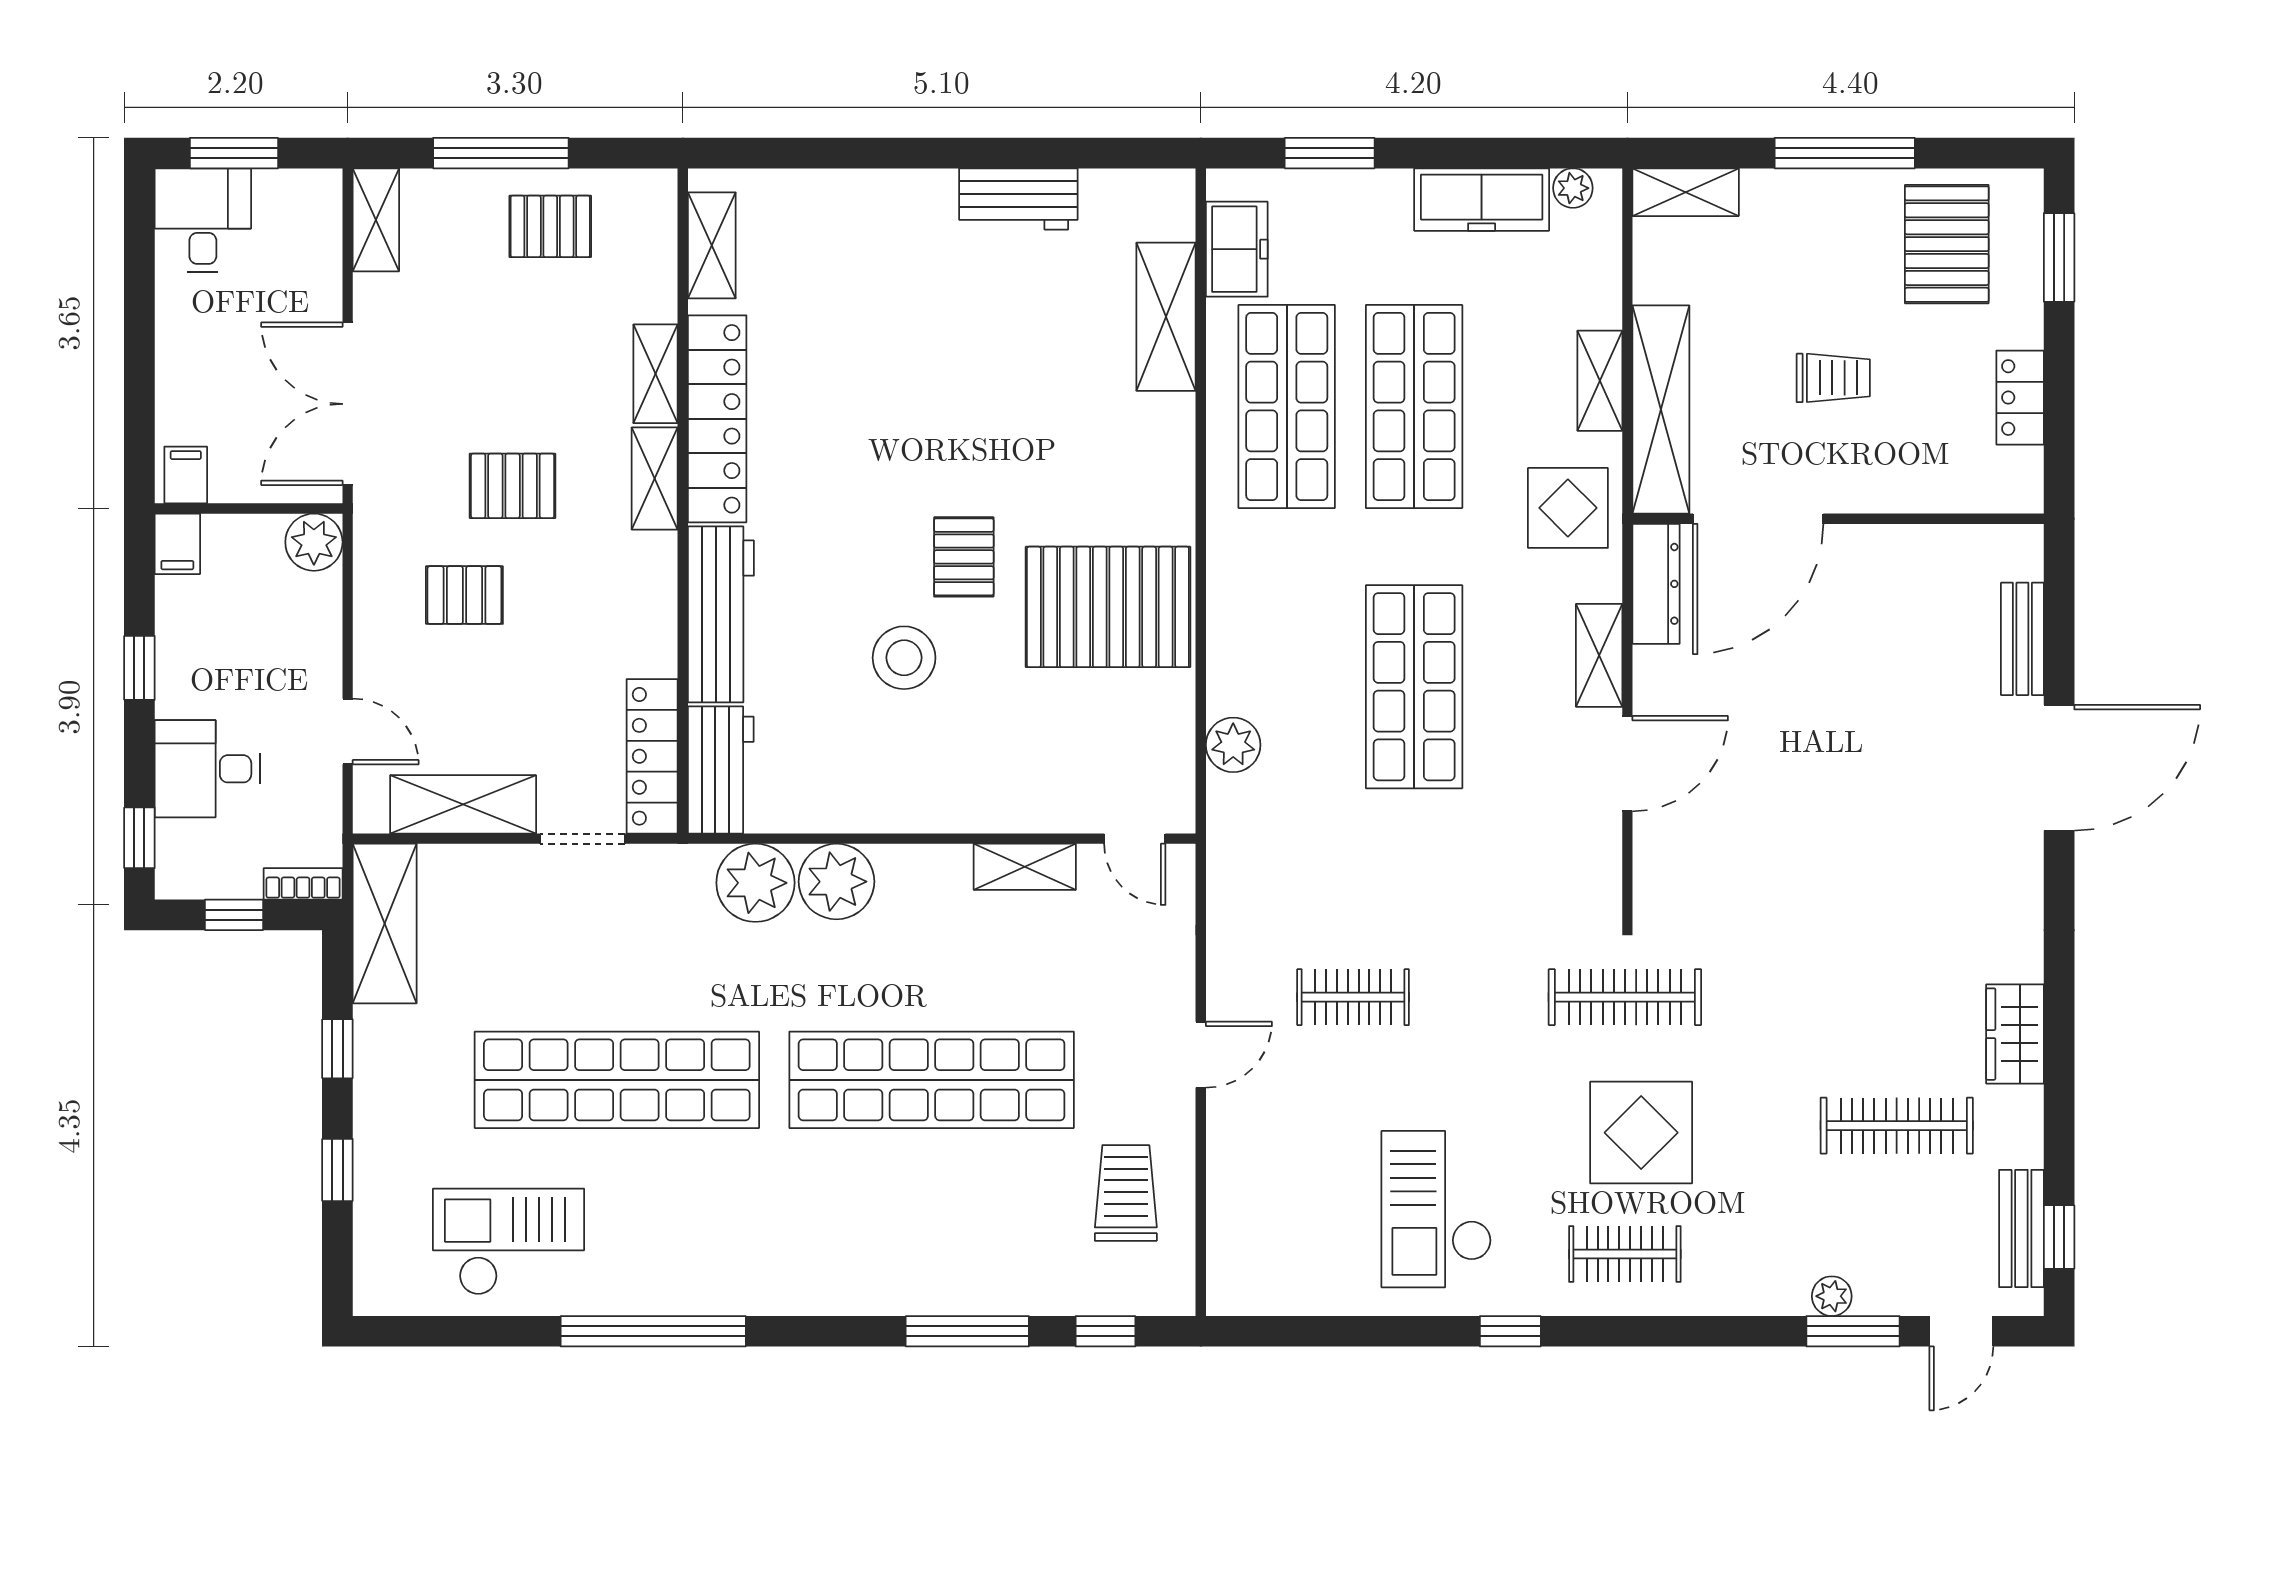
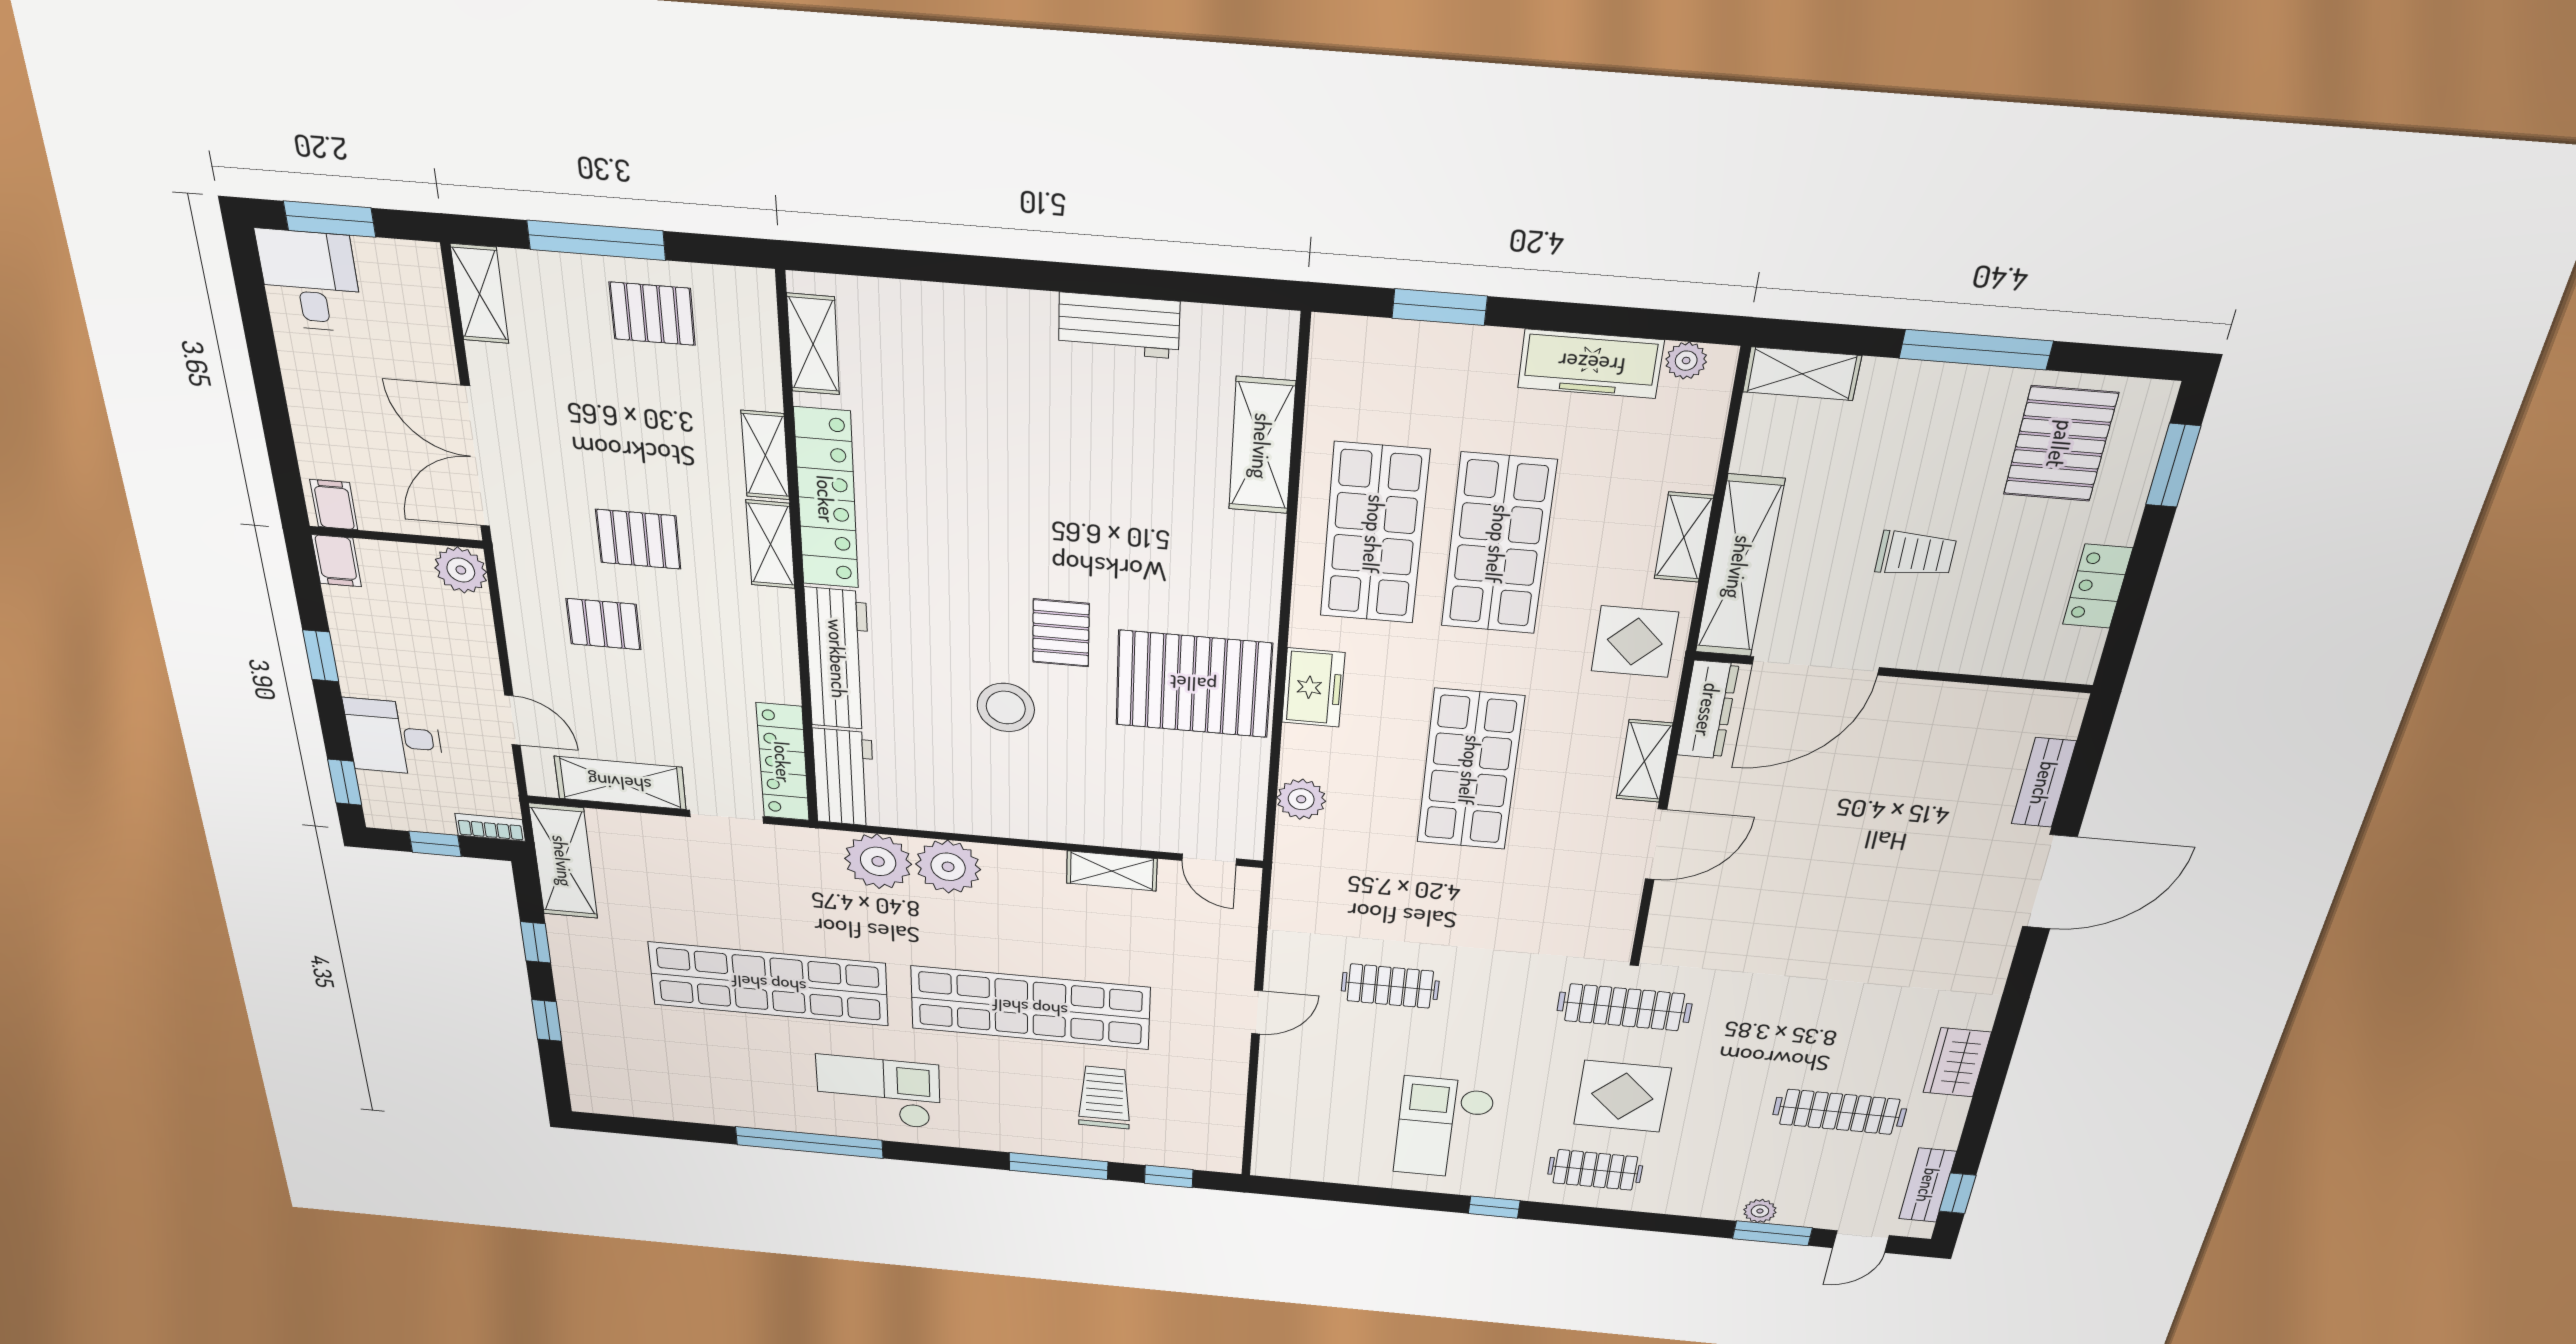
freezer: (1237, 249) -> (1313, 688), moved
trolley: (1126, 1193) -> (1104, 1097), moved
checkout: (509, 1242) -> (878, 1092), moved

